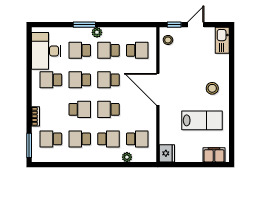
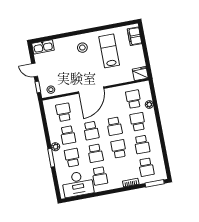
school desk: (80, 50) -> (72, 158), turned 180

